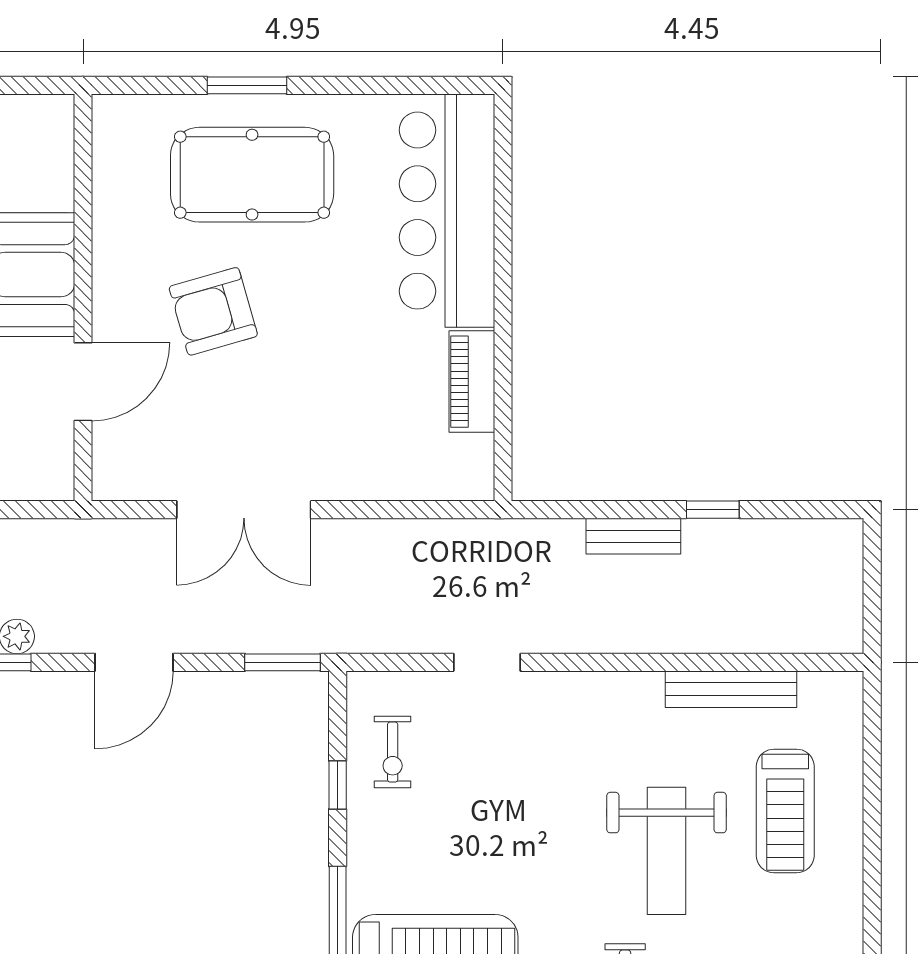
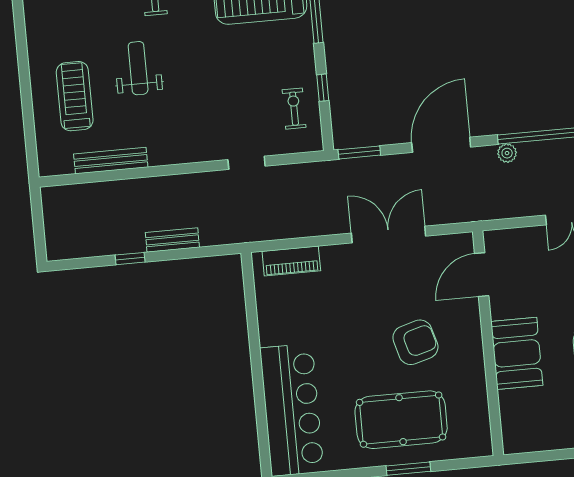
door: (83, 382) -> (482, 275), moved
piano: (472, 382) -> (291, 261), moved, turned 90
door: (134, 662) -> (441, 145), width x1.36
weight bench: (666, 851) -> (138, 68), width x0.73, depth x0.75

